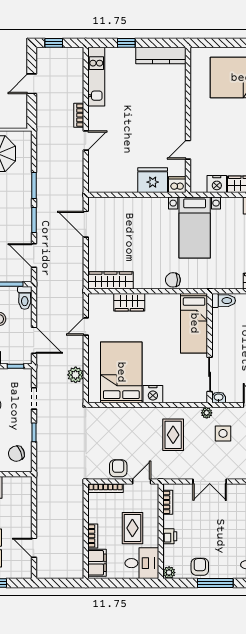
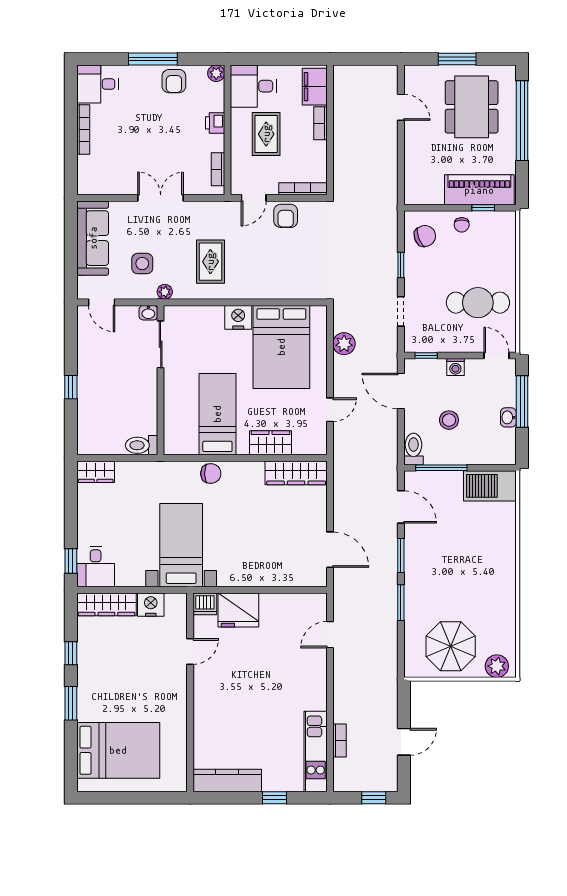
bookcase: (79, 115) -> (340, 740), moved
door: (86, 140) -> (330, 635), moved
bed: (194, 323) -> (217, 414), moved

